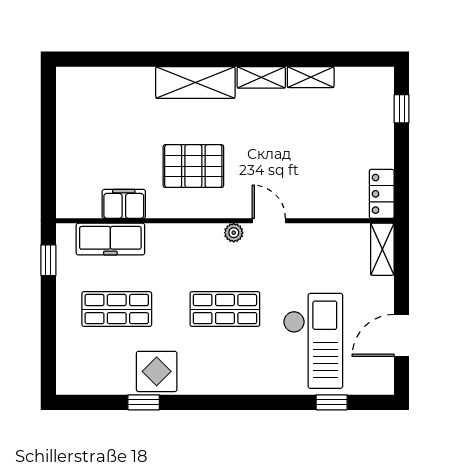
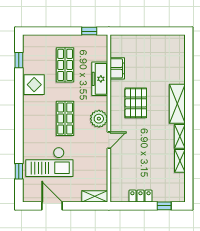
locker: (382, 194) -> (140, 196), moved
plant: (234, 233) -> (99, 119), width x1.88, depth x1.88
freezer: (110, 239) -> (100, 79), moved
window: (144, 402) -> (19, 60), moved

